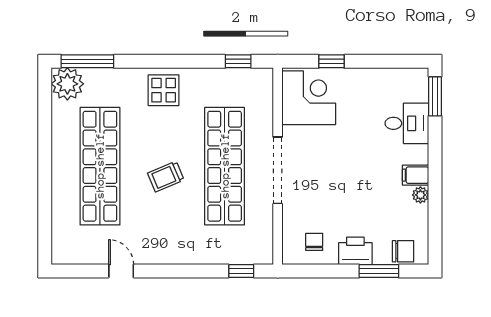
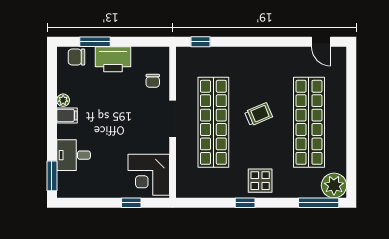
window: (238, 61) -> (245, 203), moved
doorway: (278, 170) -> (173, 119), width x0.73
chair: (314, 242) -> (153, 81), moved
printer: (355, 251) -> (113, 59), width x1.37, depth x1.19
door: (121, 271) -> (321, 42), moved

